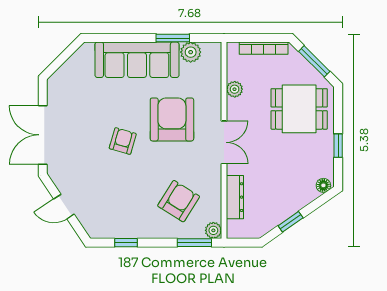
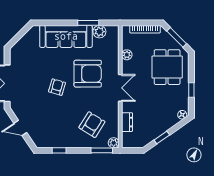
dining table: (299, 109) -> (167, 67), turned 90
armchair: (172, 119) -> (88, 74), turned 90
dresser: (235, 197) -> (127, 122), width x0.70

